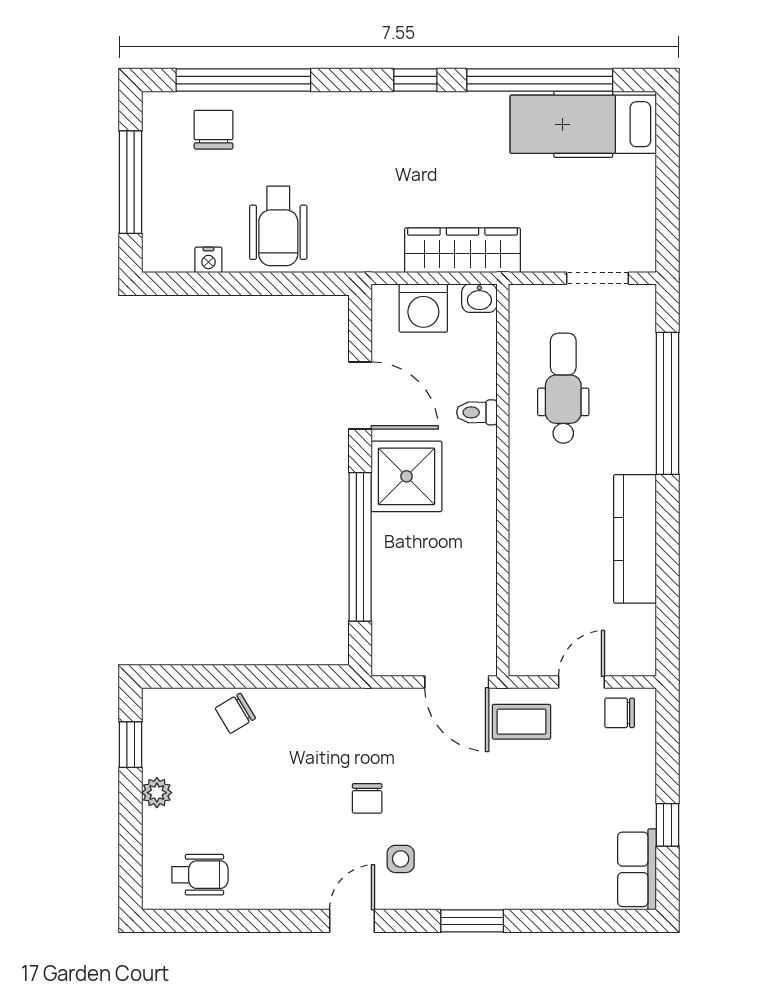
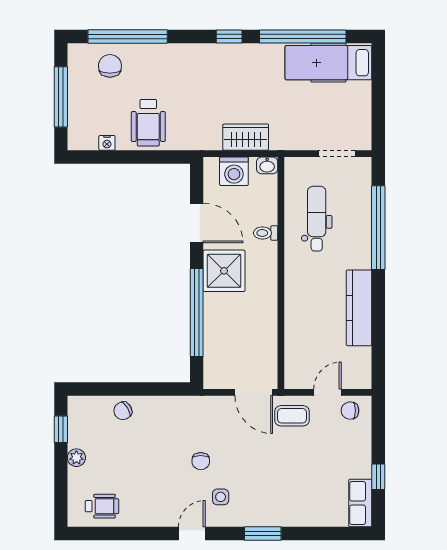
wardrobe: (462, 250) -> (246, 137), width x0.67

